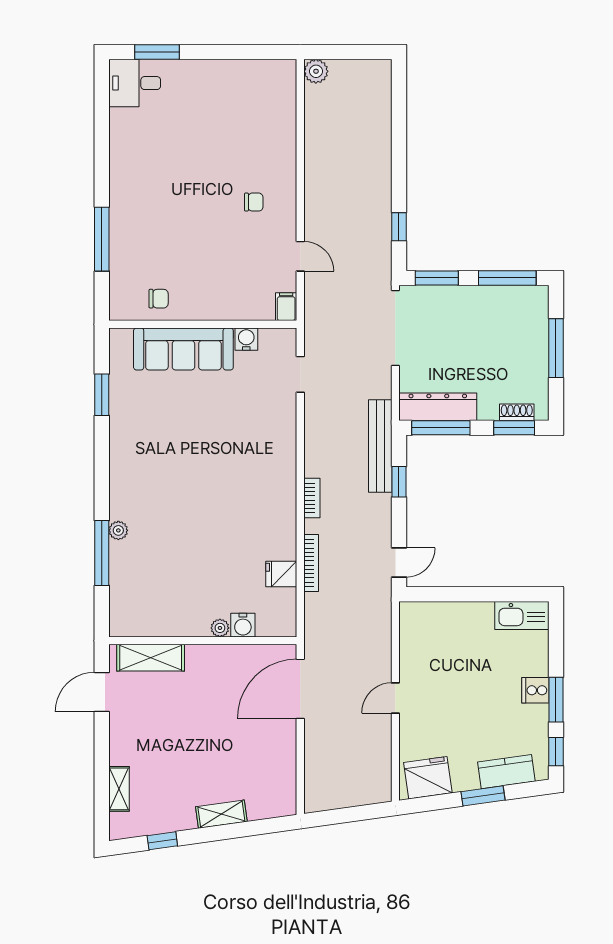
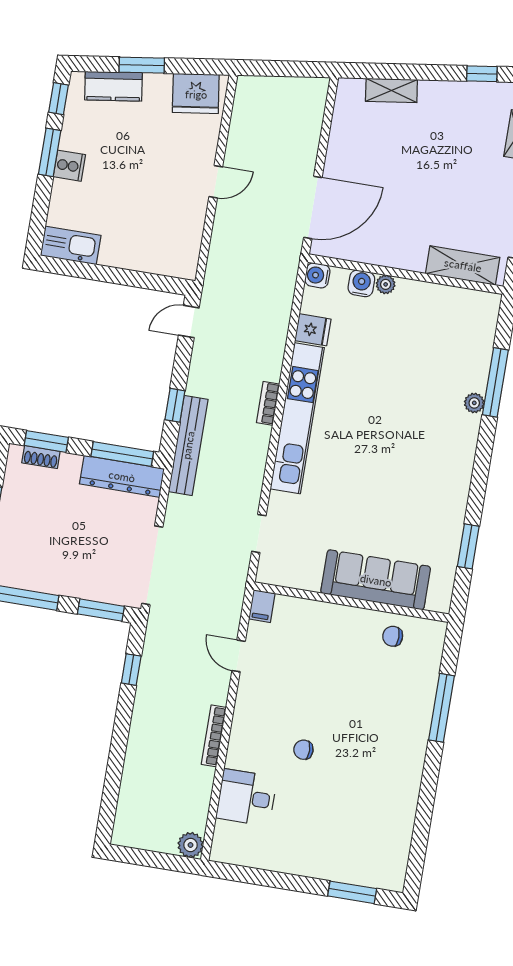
desk: (135, 83) -> (246, 798), moved, turned 180
chair: (254, 202) -> (303, 750), moved
water cooler: (246, 339) -> (317, 275), moved, turned 90
kitchen unit: (282, 489) -> (297, 418), added
bookcase: (311, 563) -> (214, 736), moved
shelving: (221, 814) -> (391, 90), moved

